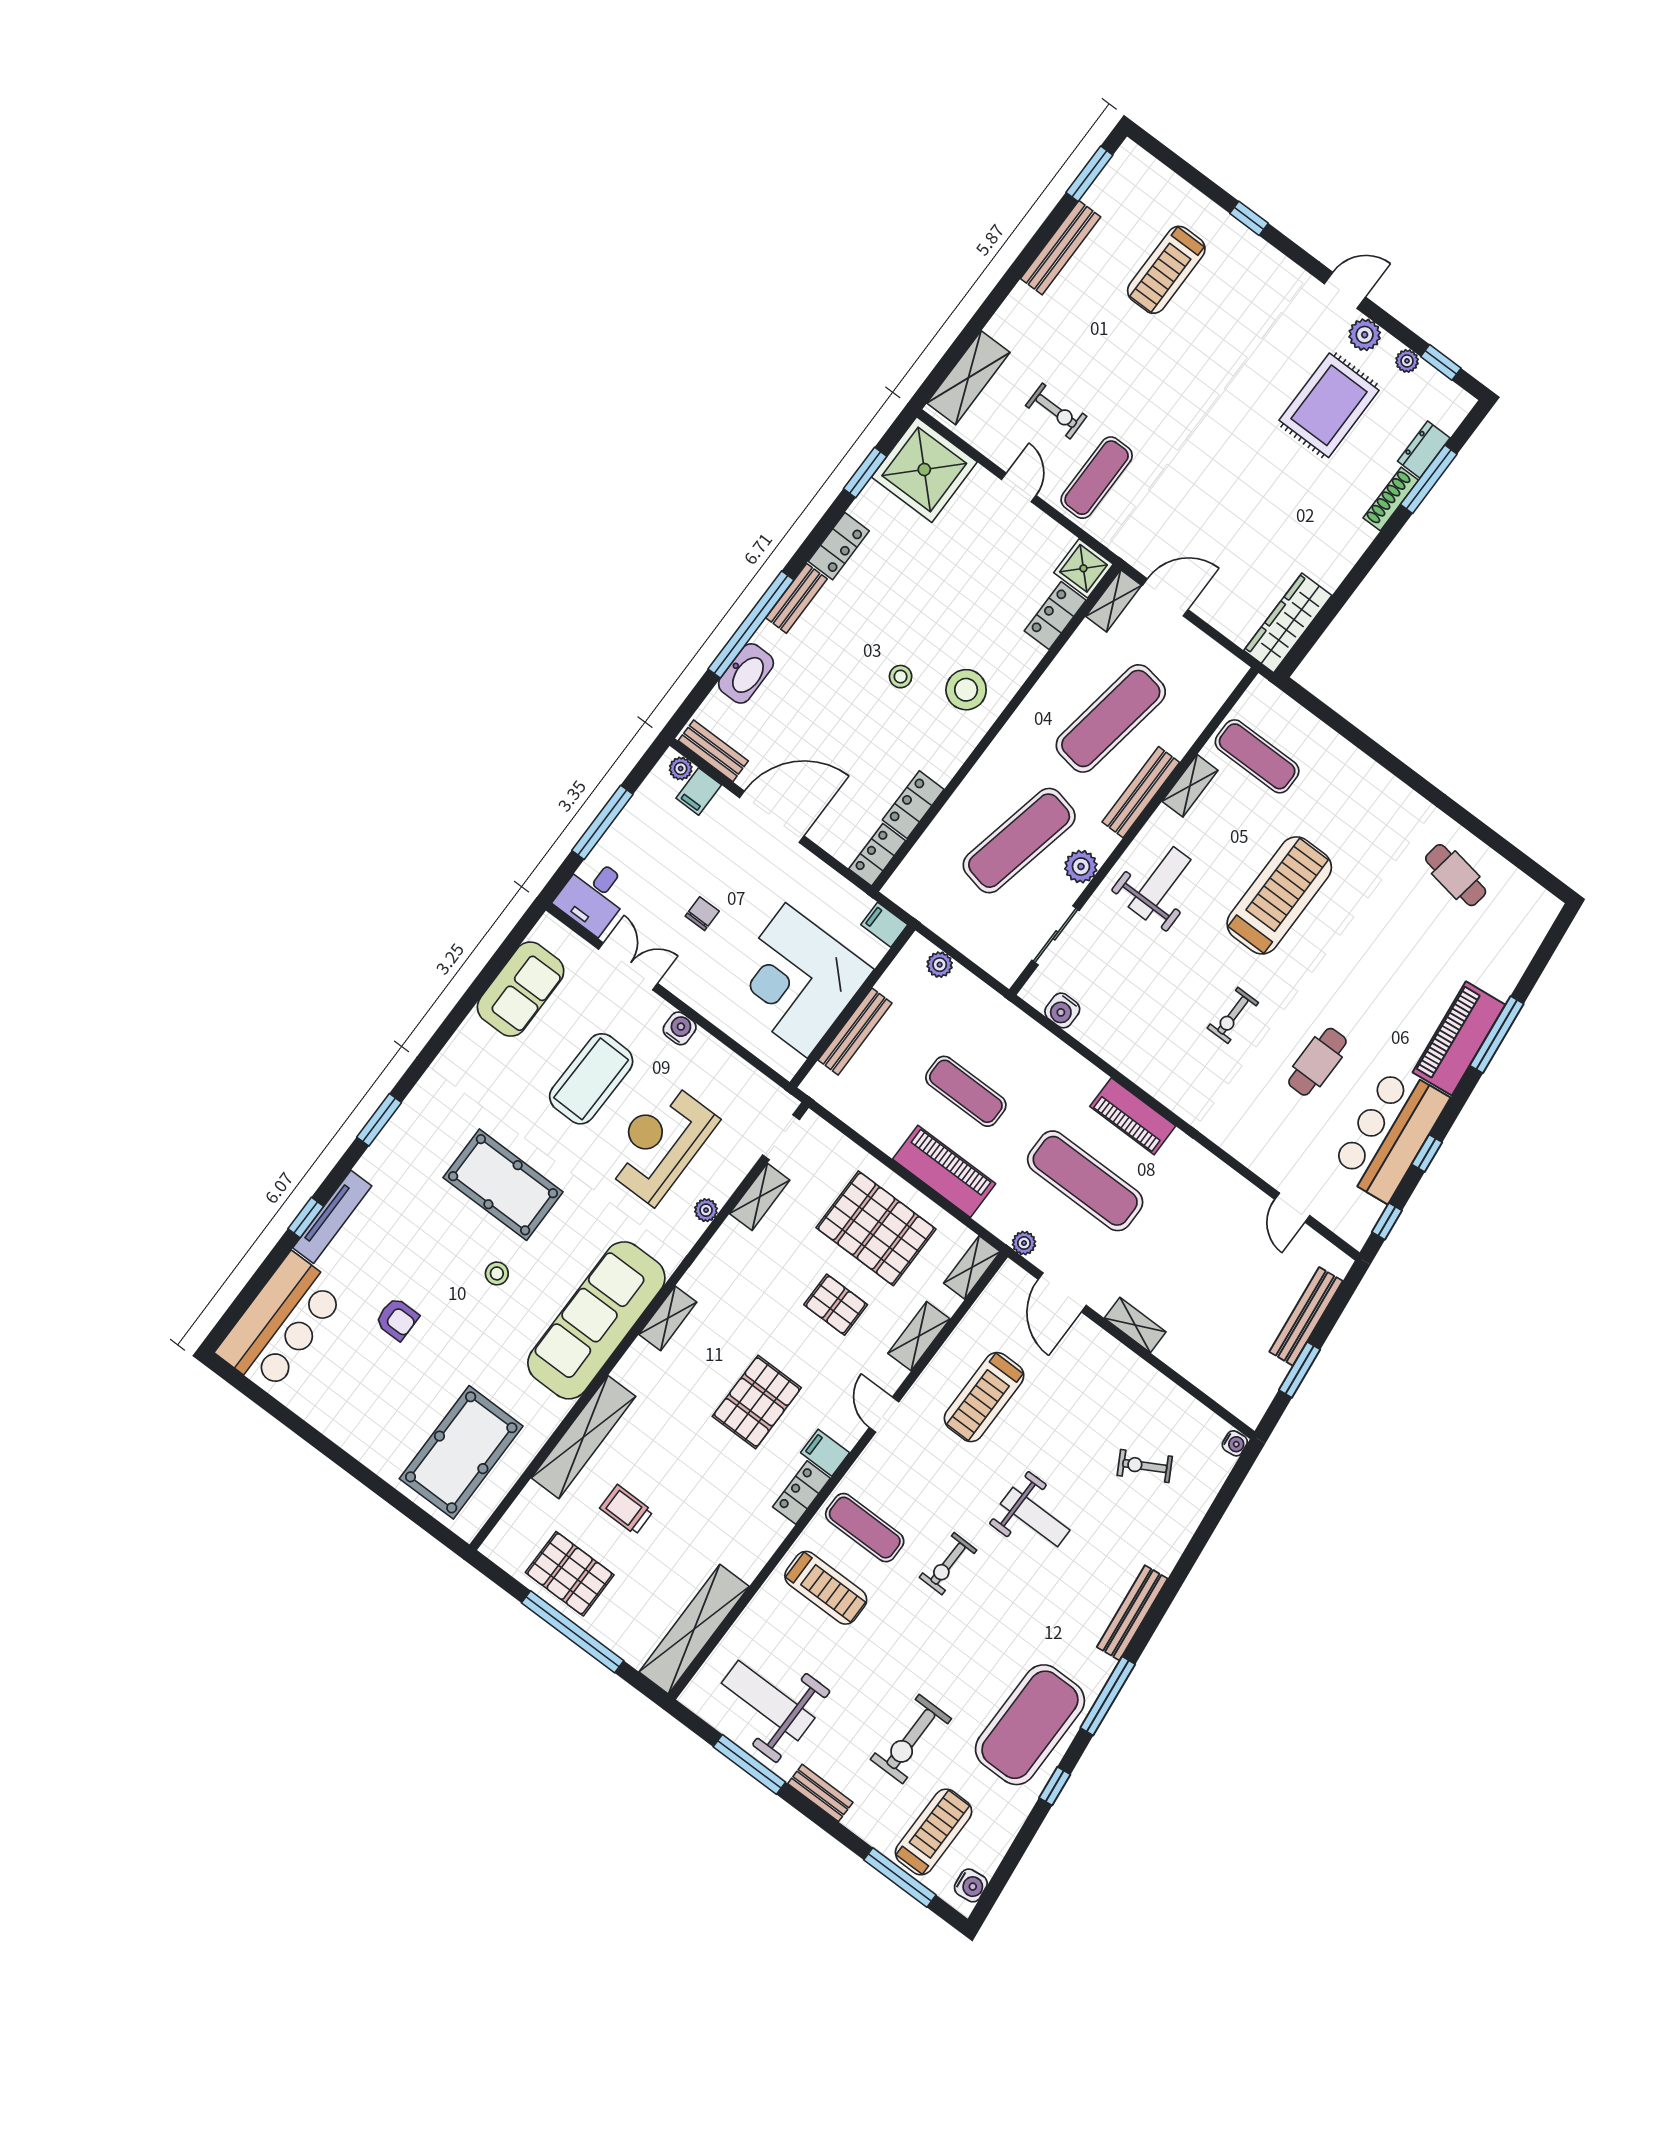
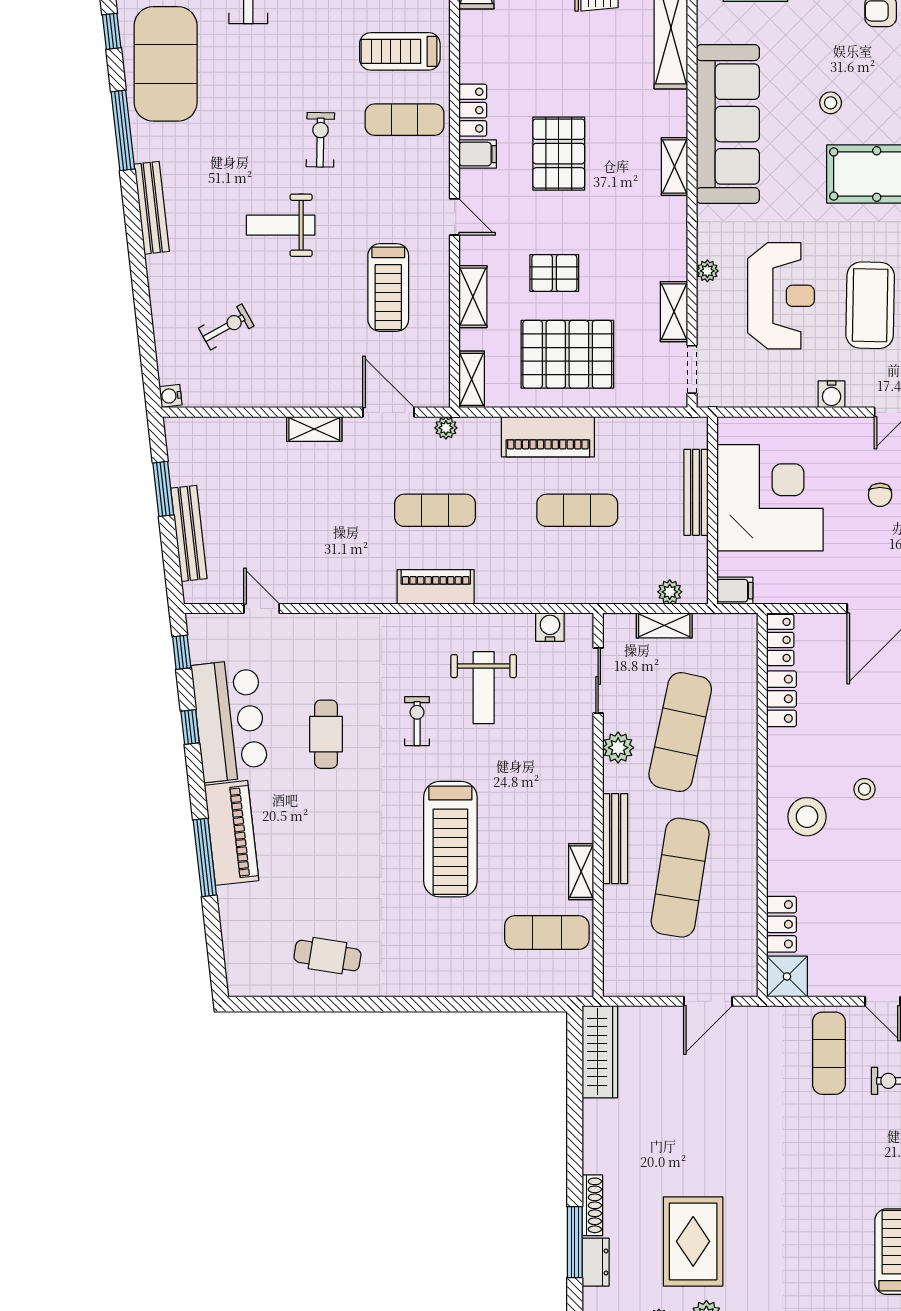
shelving: (1114, 601) -> (664, 625), moved, turned 90
weight bench: (1160, 883) -> (484, 688), moved
exercise mat: (1085, 1181) -> (435, 510), width x0.73, depth x0.69
treadmill: (984, 1397) -> (388, 287), turned 180

